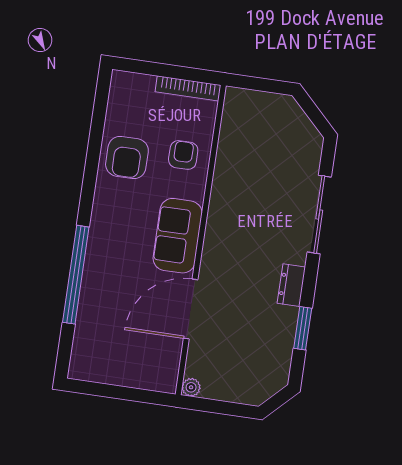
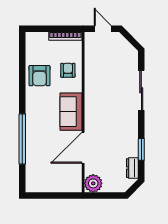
door: (262, 85) -> (103, 29), added
dresser: (291, 285) -> (132, 168), moved
plant: (191, 387) -> (93, 183), width x1.87, depth x1.87

